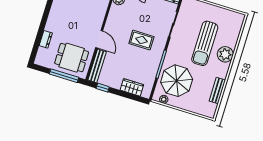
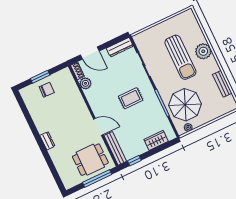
dresser: (46, 39) -> (47, 141), moved

